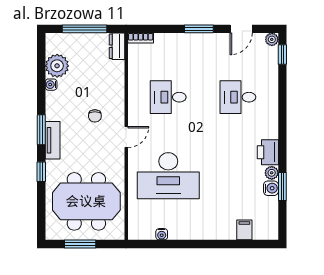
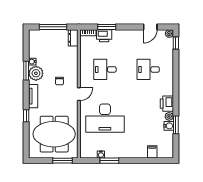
window: (199, 29) -> (107, 27), moved
printer: (167, 43) -> (104, 36), added
plant: (57, 66) -> (36, 73), moved
window: (41, 130) -> (26, 71), moved
window: (80, 244) -> (62, 161), moved
window: (175, 244) -> (109, 161), added

